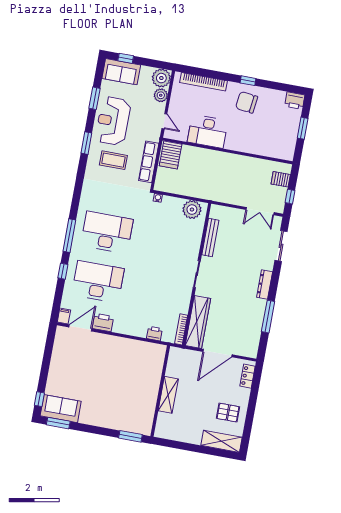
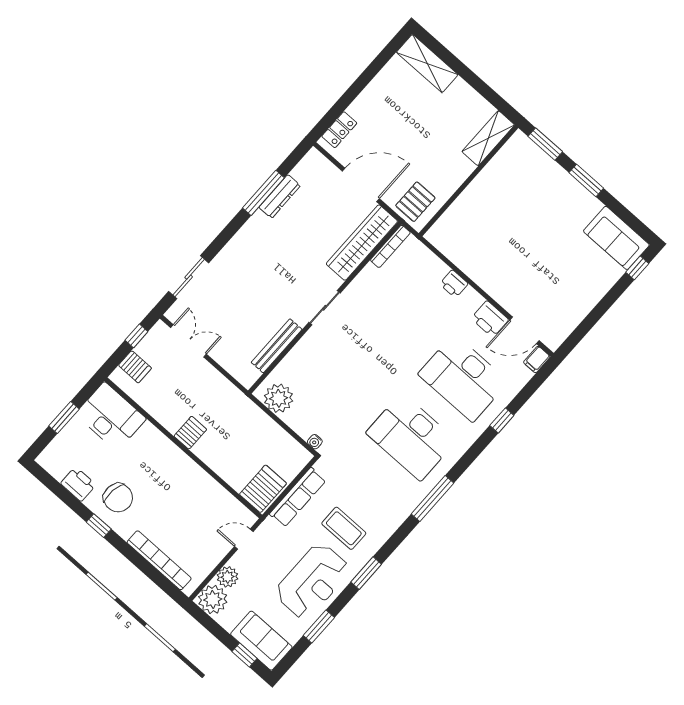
printer: (295, 101) -> (78, 484), moved
door: (164, 121) -> (244, 539), hinge flipped
desk: (208, 131) -> (111, 417), moved
server rack: (229, 162) -> (190, 433), added
window: (69, 236) -> (433, 498), moved
dresser: (265, 284) -> (280, 196), moved
printer: (154, 334) -> (454, 284), moved
shelving: (168, 395) -> (488, 138), moved
pallet: (228, 413) -> (415, 202), moved, turned 90
window: (58, 423) -> (586, 180), moved

